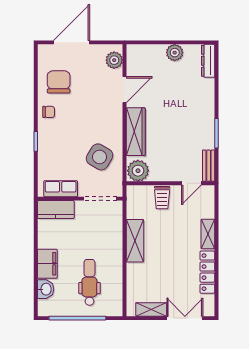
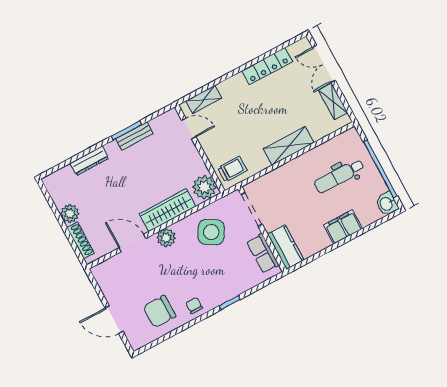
door: (72, 42) -> (114, 320), width x0.73
shoe rack: (149, 50) -> (81, 240), added
plant: (114, 60) -> (166, 238), moved
dresser: (208, 61) -> (89, 161), moved
bench: (209, 166) -> (134, 136), moved
trolley: (162, 198) -> (232, 169), moved
shelving: (208, 234) -> (204, 100), moved
shelving: (135, 241) -> (289, 146), moved
washbasin: (46, 289) -> (387, 204), moved, turned -90

